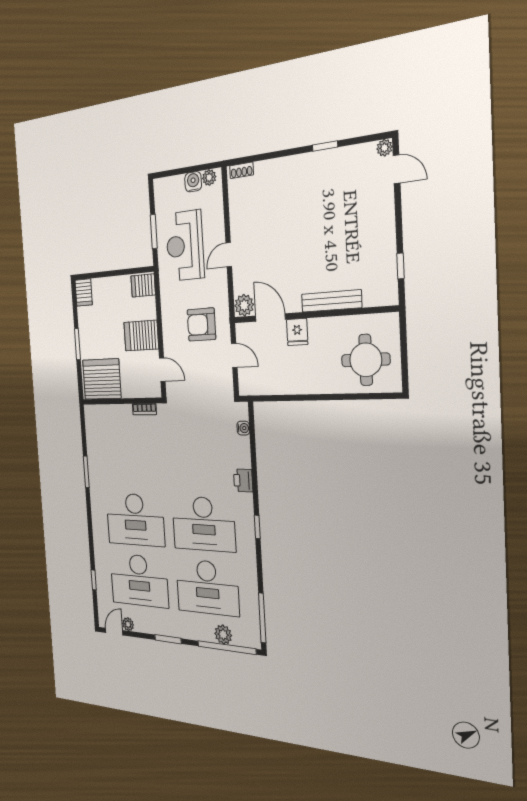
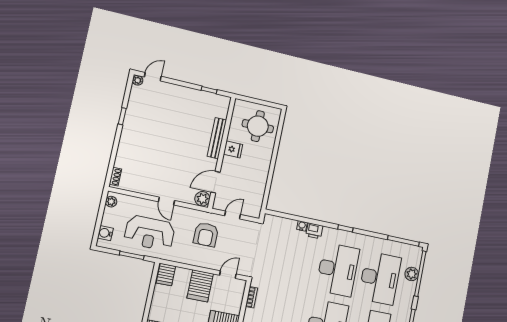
water cooler: (193, 182) -> (105, 233), moved
fridge: (297, 332) -> (233, 149), moved
water cooler: (243, 428) -> (302, 226), moved

